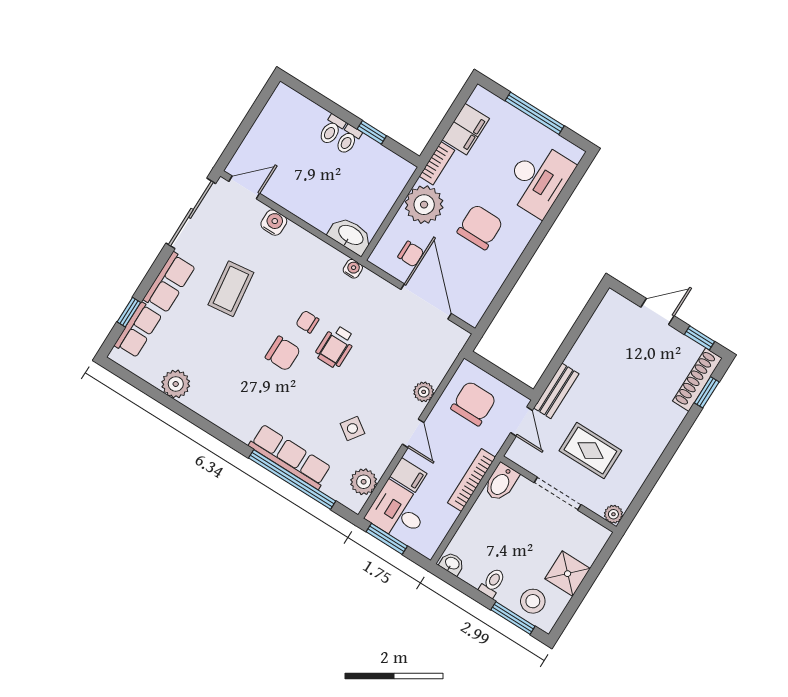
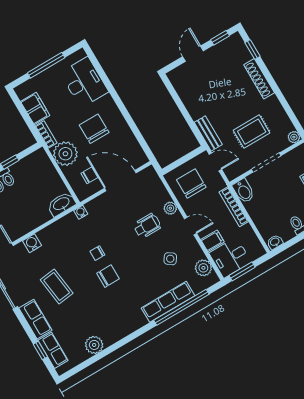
wheelchair: (335, 347) -> (147, 226), moved, turned -90
shoe rack: (697, 380) -> (259, 79), moved

